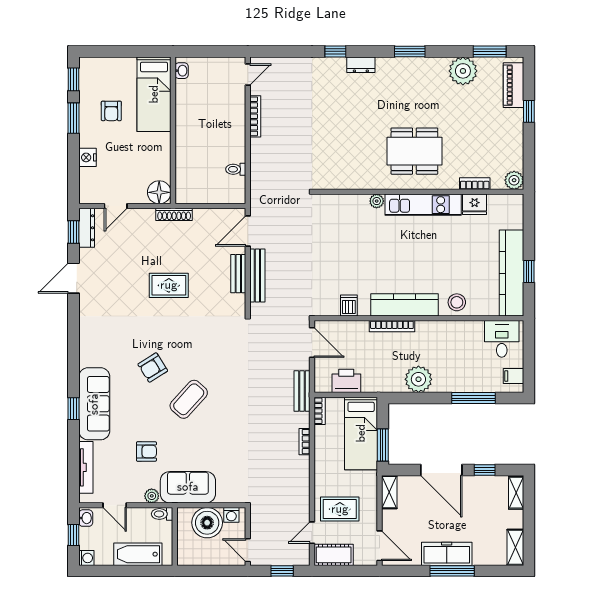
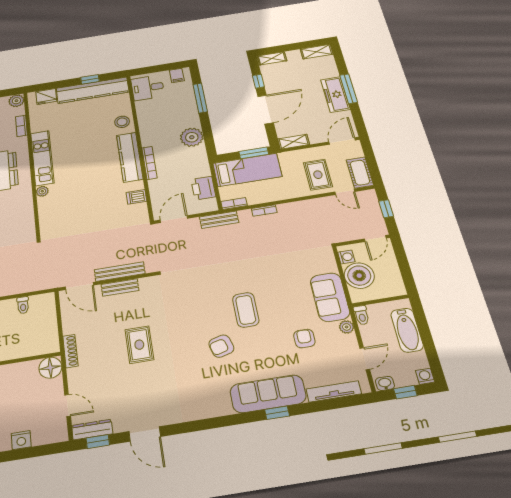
fridge: (475, 204) -> (46, 96), moved, turned 90
armchair: (153, 368) -> (221, 346), turned 107
coffee table: (189, 399) -> (246, 310), turned 48

